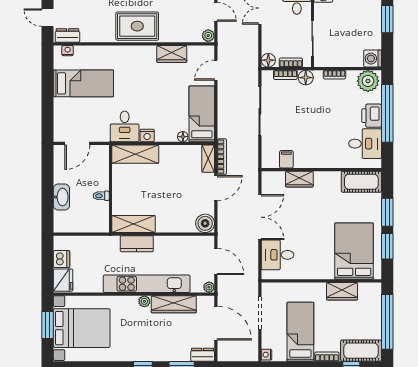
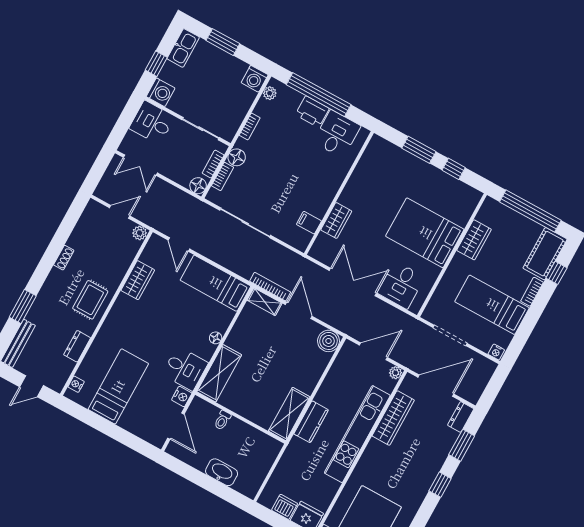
rug: (137, 26) -> (90, 300), width x0.73, depth x0.70
dresser: (67, 35) -> (77, 346), moved
plant: (368, 81) -> (270, 93), width x0.53, depth x0.53
nightstand: (147, 135) -> (182, 397), moved
floor lamp: (183, 137) -> (216, 338), moved
cot: (361, 182) -> (374, 159), removed
toilet: (101, 196) -> (222, 420), moved
window: (387, 246) -> (454, 169), width x0.67
bed: (354, 251) -> (425, 233), moved
plant: (144, 301) -> (374, 446), removed

